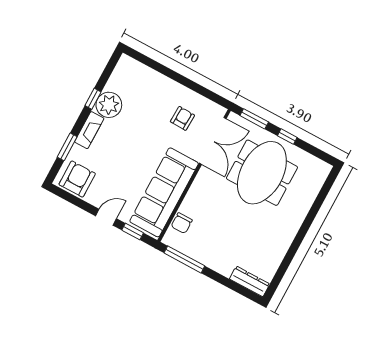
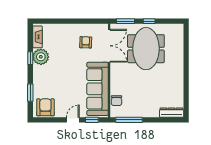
fireplace: (89, 130) -> (38, 37), moved

